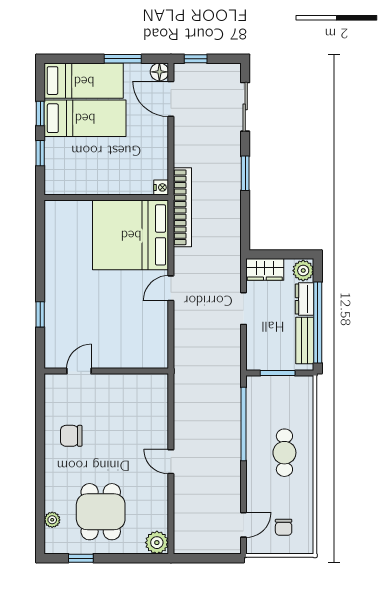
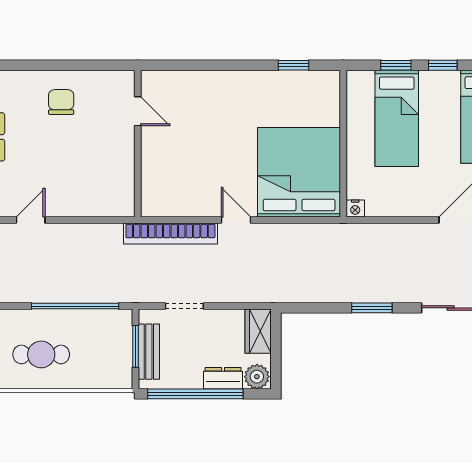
bed: (85, 118) -> (397, 118), moved
bookcase: (182, 207) -> (170, 234), moved
doorway: (244, 309) -> (184, 306), moved
window: (40, 314) -> (294, 65), moved
bench: (305, 340) -> (149, 352), moved, turned 90

